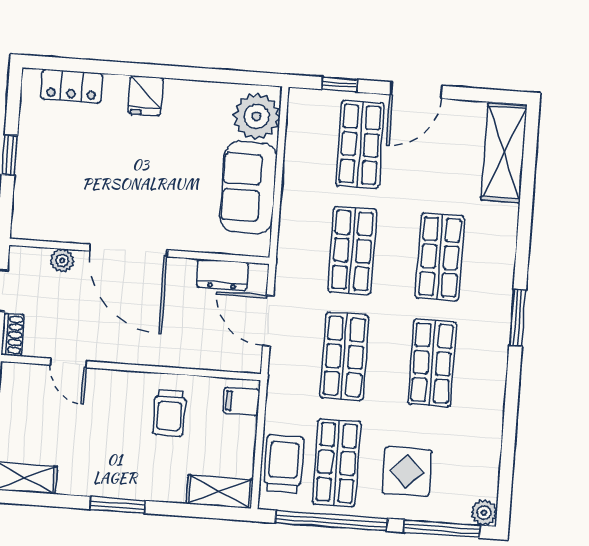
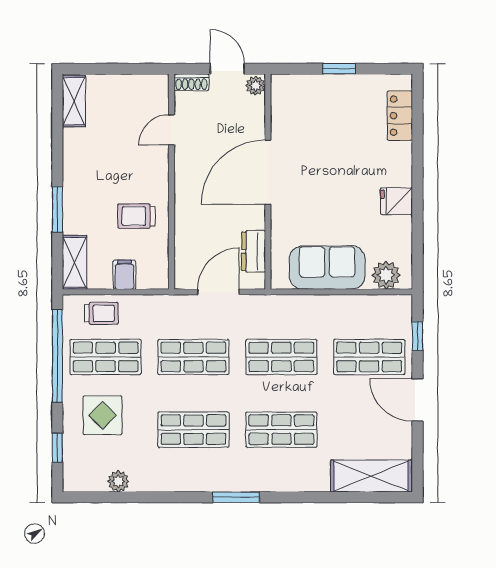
fridge: (145, 96) -> (396, 201), moved
plant: (257, 116) -> (386, 275), width x0.73, depth x0.73
plant: (62, 260) -> (256, 86), moved
filing cabinet: (241, 401) -> (124, 275), moved
trolley: (284, 464) -> (101, 313), width x0.73, depth x0.72
window: (118, 505) -> (57, 209), moved
plant: (484, 513) -> (118, 481), moved
window: (442, 529) -> (57, 448), width x0.46

